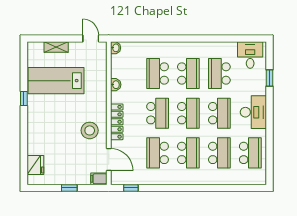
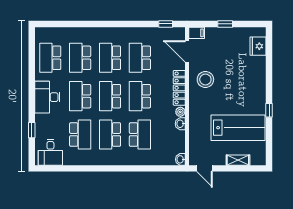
plant: (116, 97) -> (180, 112), added
school desk: (158, 153) -> (140, 58), turned 180

